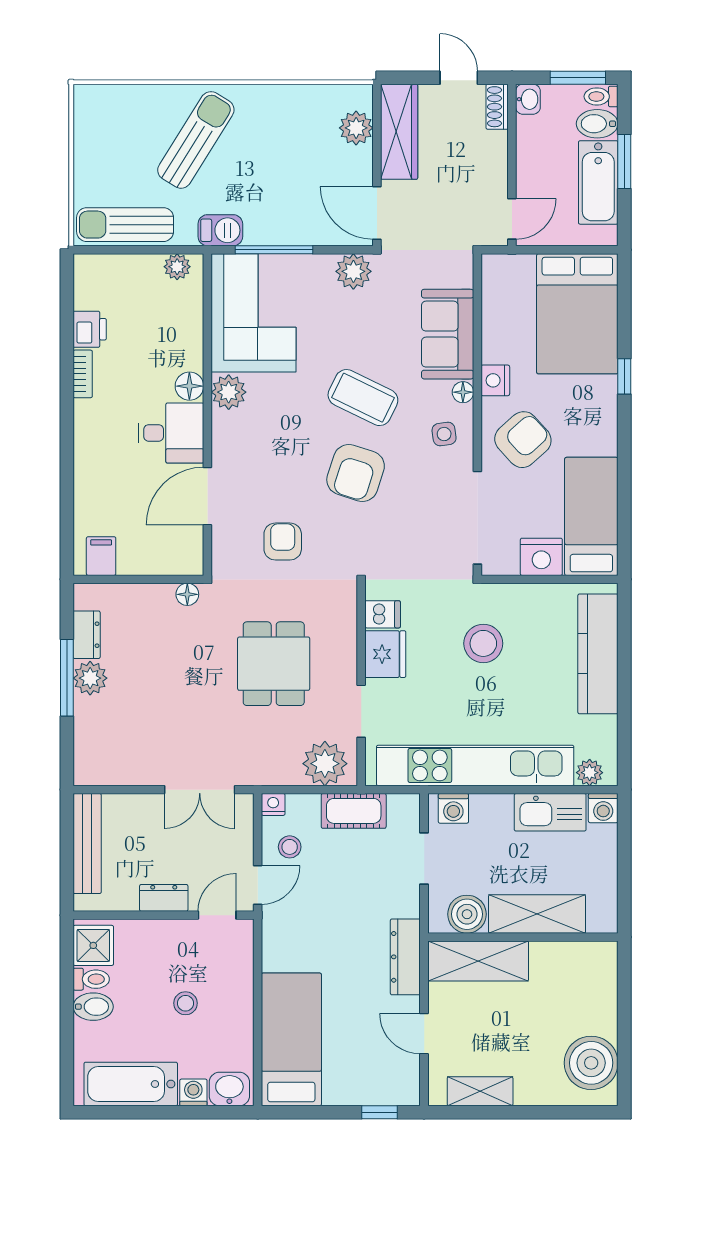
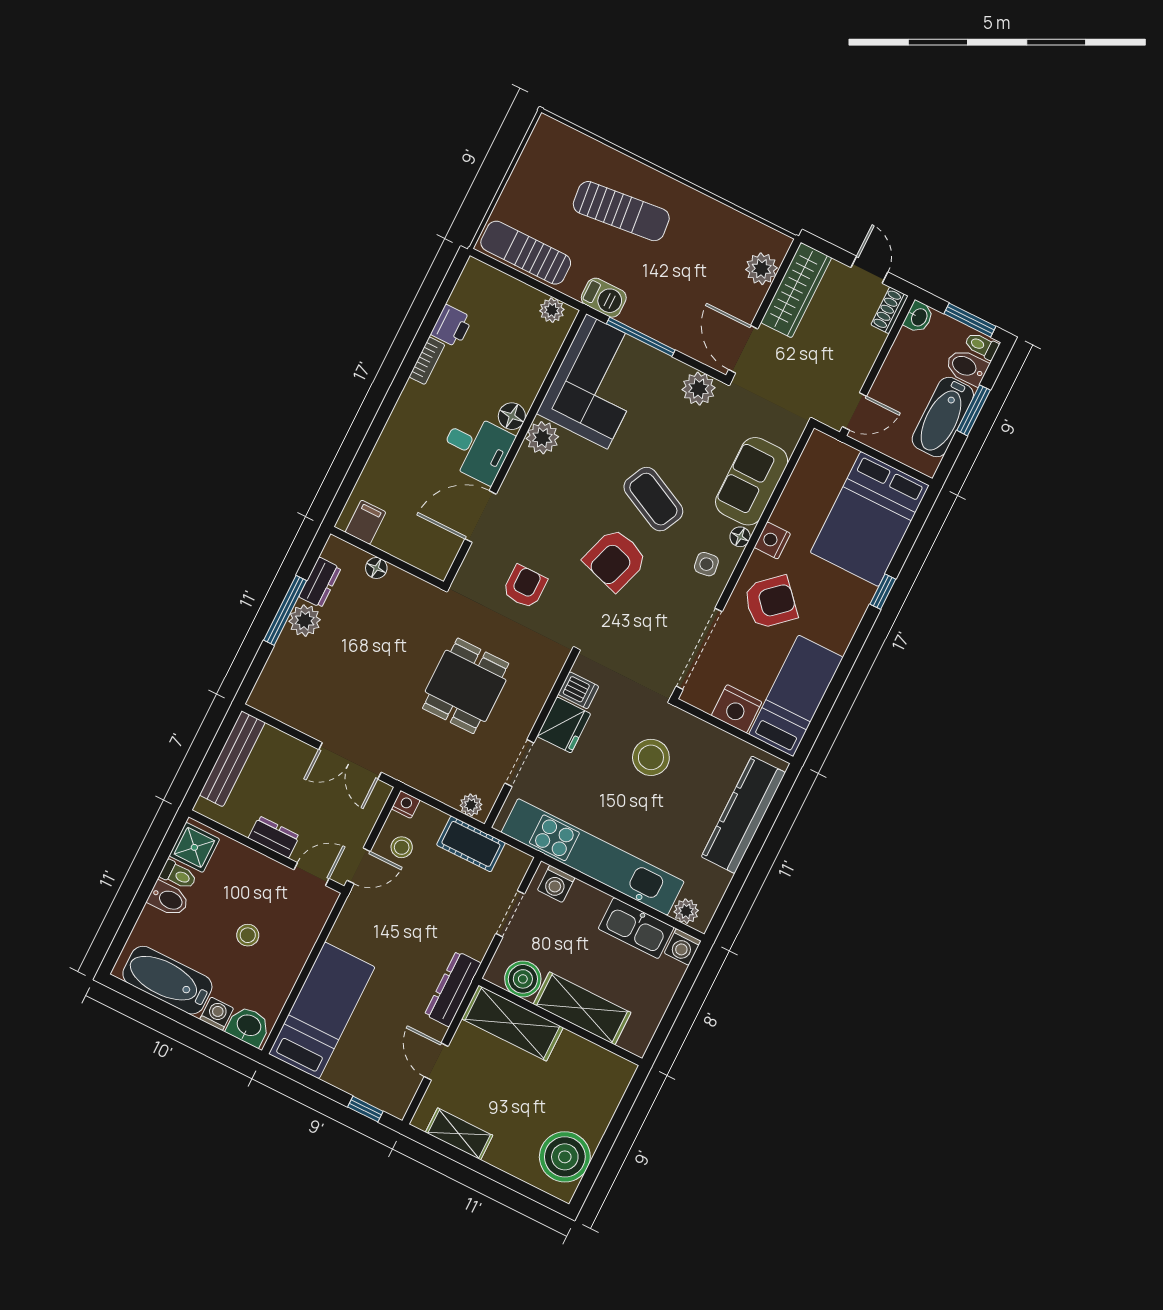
sun lounger: (196, 140) -> (621, 211), turned 52
floor lamp: (187, 594) -> (376, 568), moved
plant: (325, 764) -> (471, 805), width x0.53, depth x0.53

